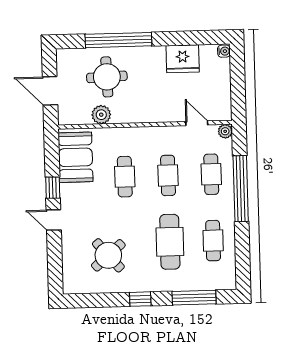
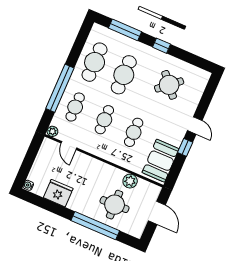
cafe table: (213, 241) -> (95, 62), width x1.37, depth x1.35

